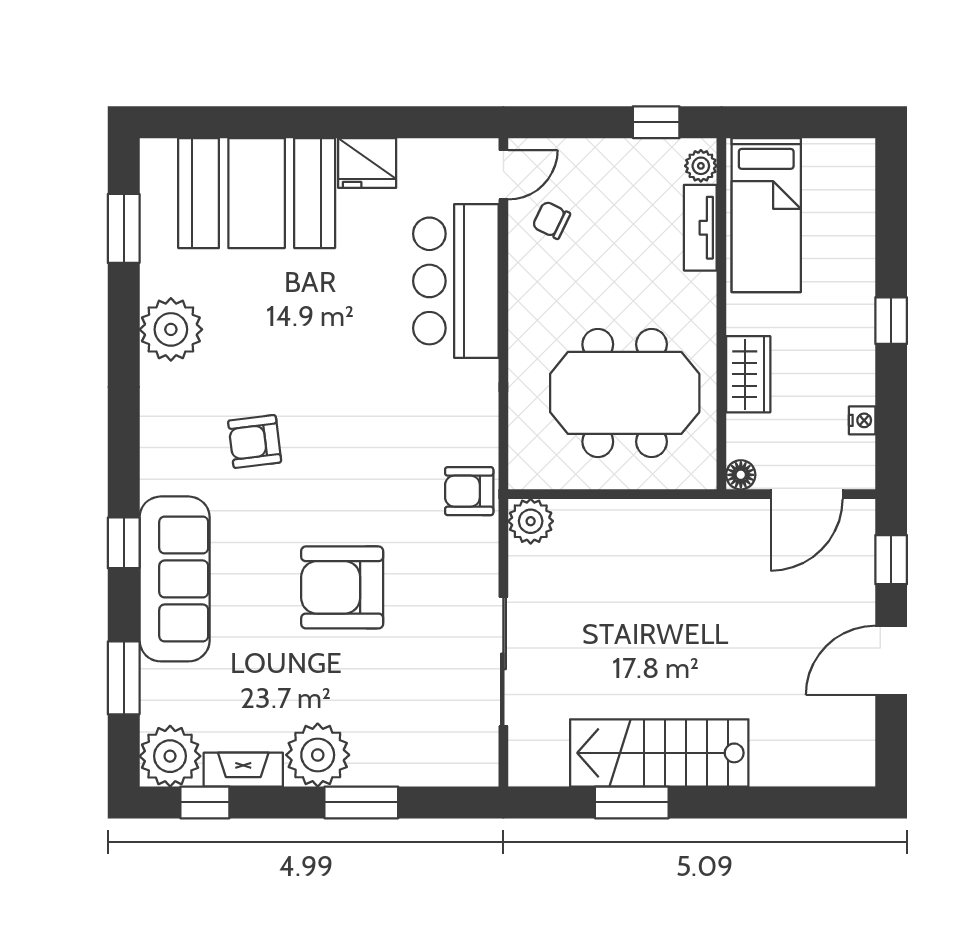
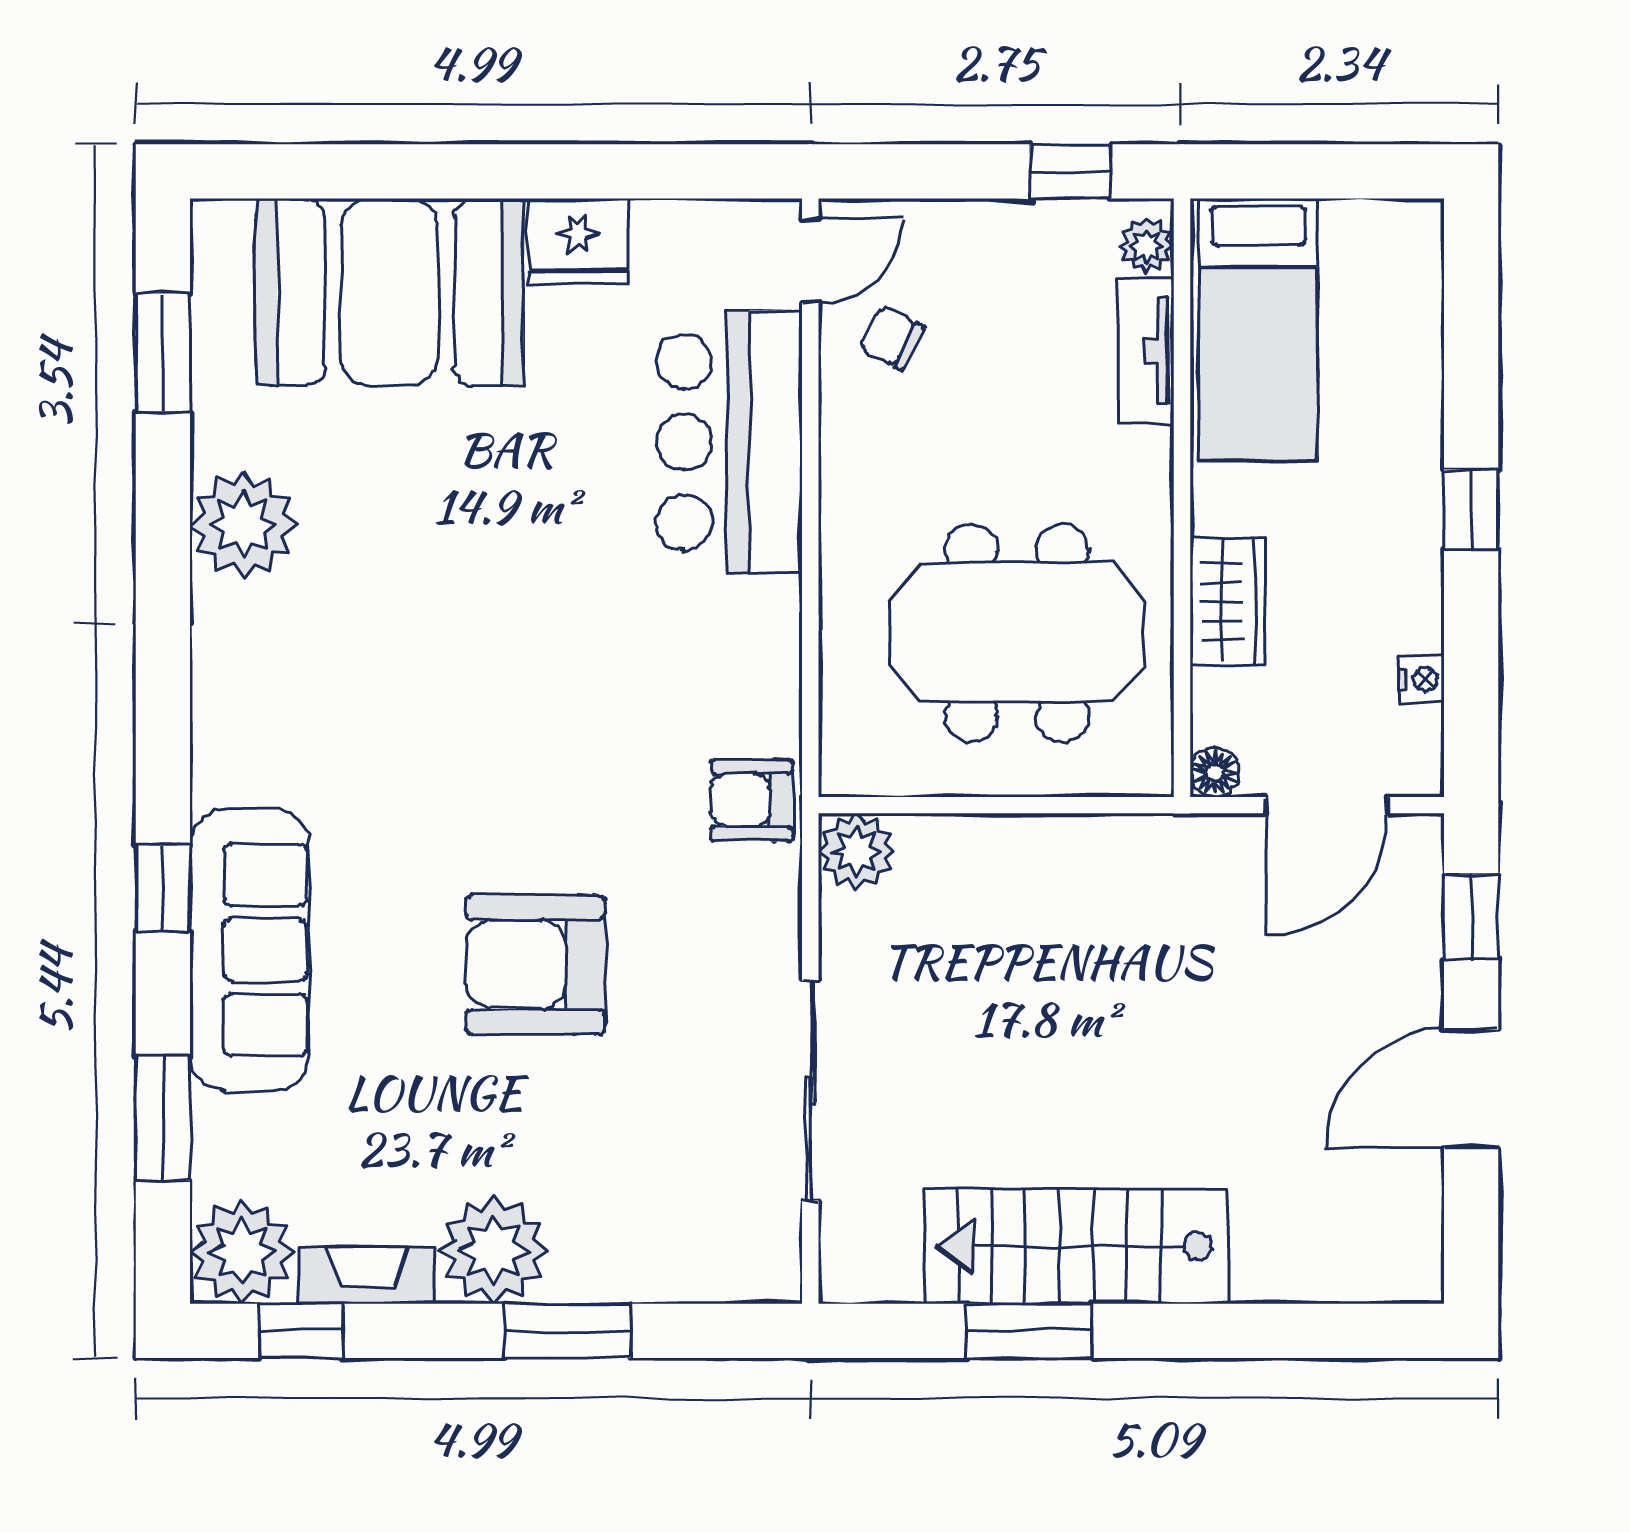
armchair: (255, 441) -> (386, 716), removed

